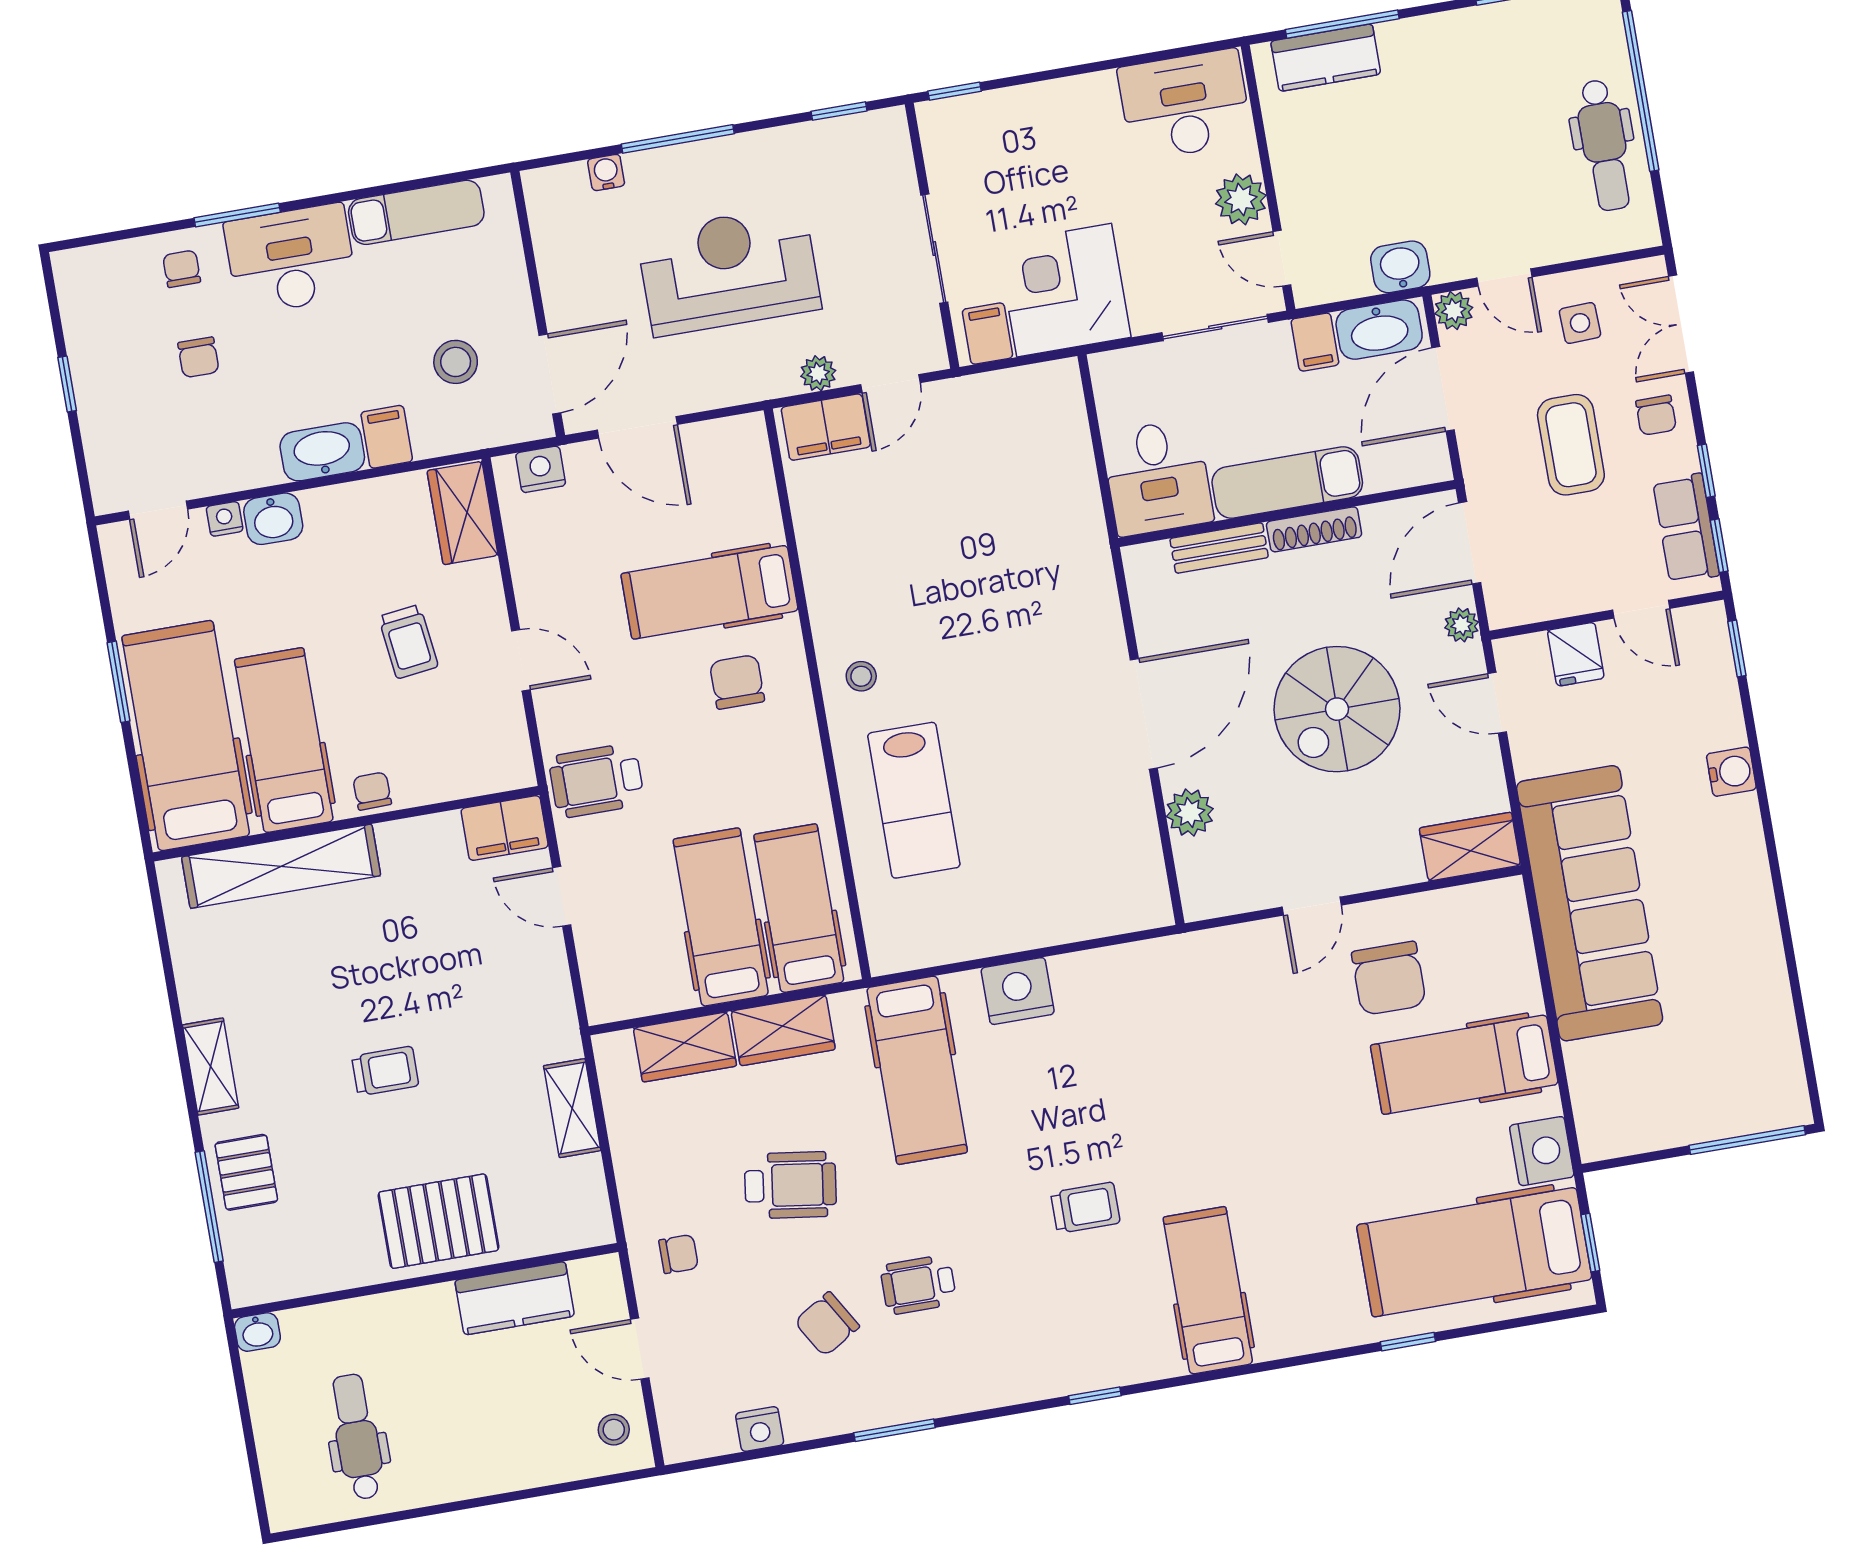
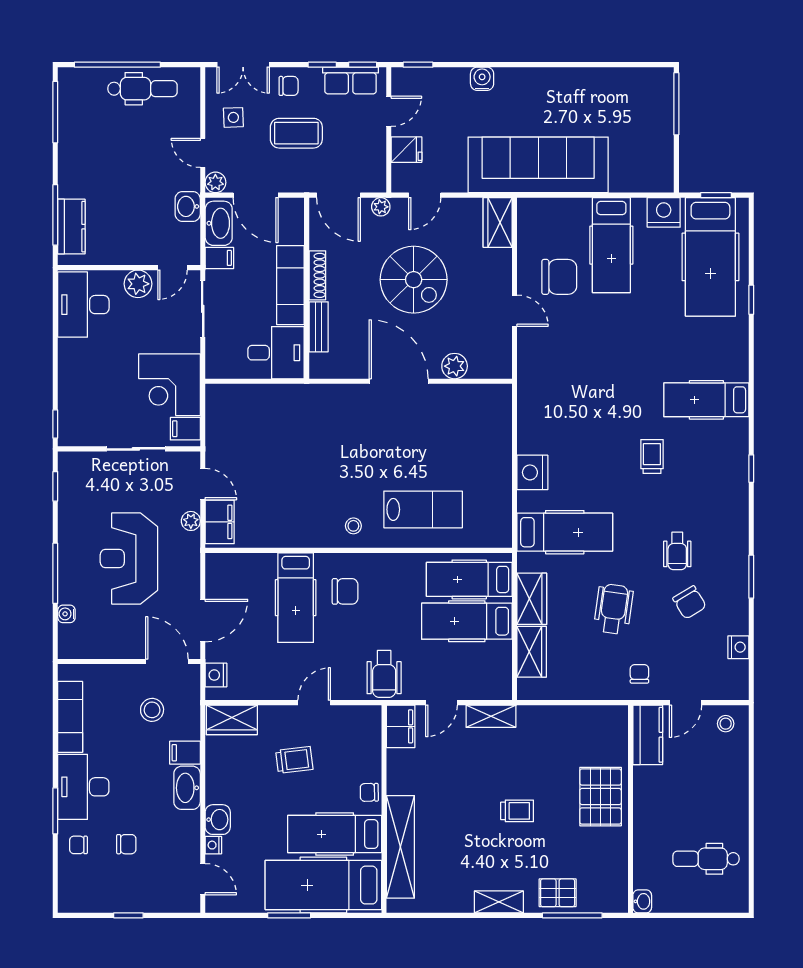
door: (1504, 278) -> (203, 153), swing flipped
chair: (737, 682) -> (345, 591), turned 180
trolley: (385, 1071) -> (517, 811), turned 90
shelving: (572, 1108) -> (491, 716), moved
kitchen counter: (515, 1298) -> (648, 735), moved

